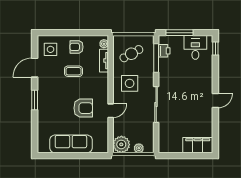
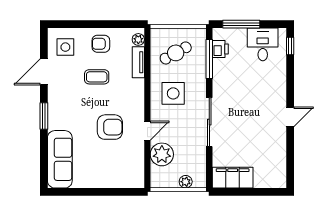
sofa: (71, 144) -> (60, 159), moved, turned 90
plant: (121, 144) -> (162, 154), moved
filing cabinet: (198, 145) -> (233, 178), moved

